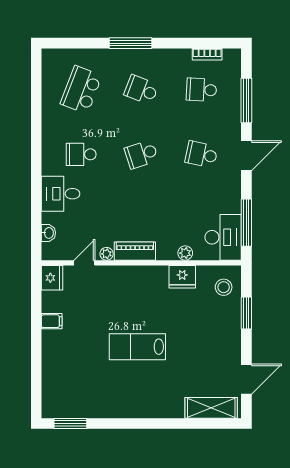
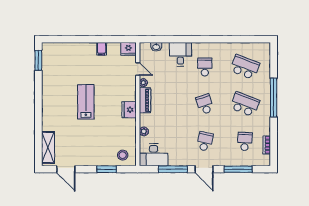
window: (131, 43) -> (274, 98), width x1.46
school desk: (141, 90) -> (245, 104), width x1.85
window: (246, 223) -> (173, 169), moved
fridge: (182, 277) -> (129, 110), moved

